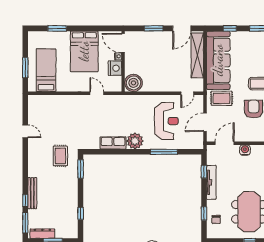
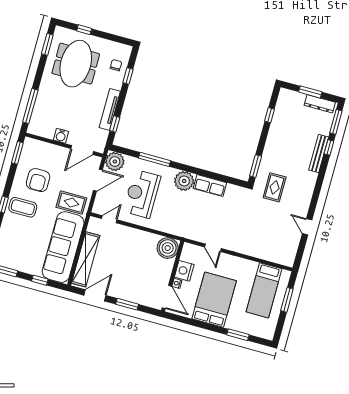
plant: (196, 141) -> (115, 161), added

